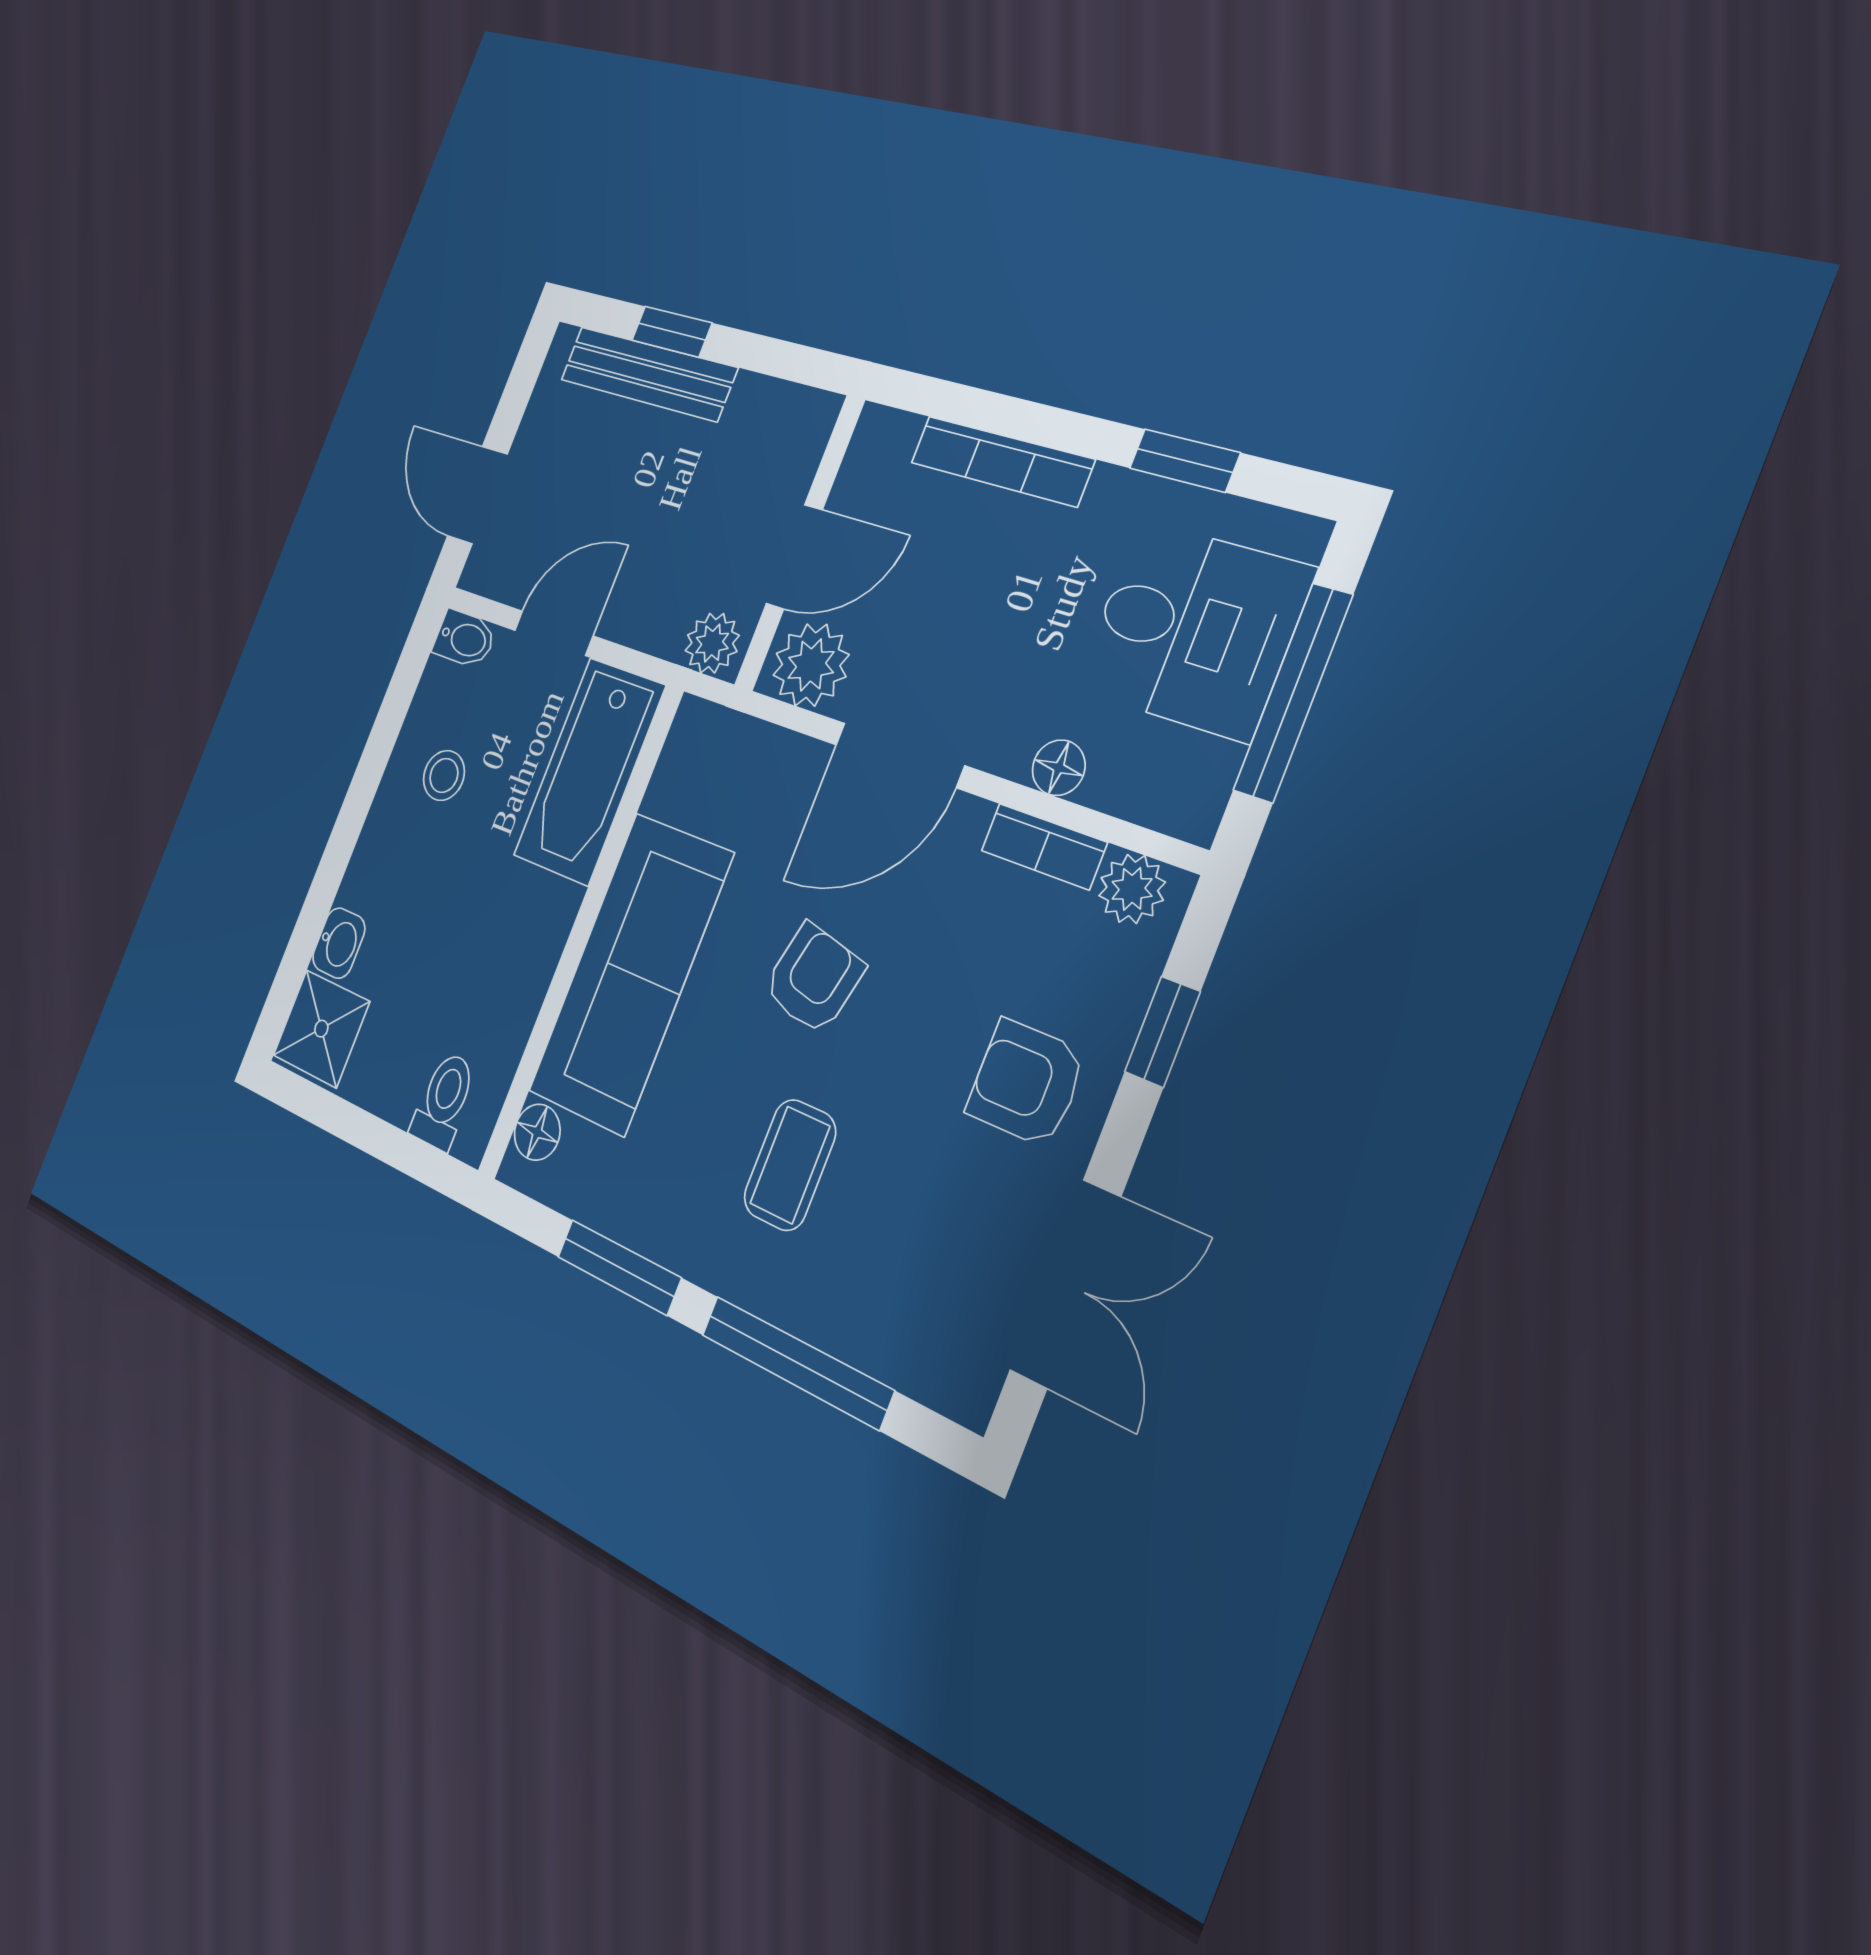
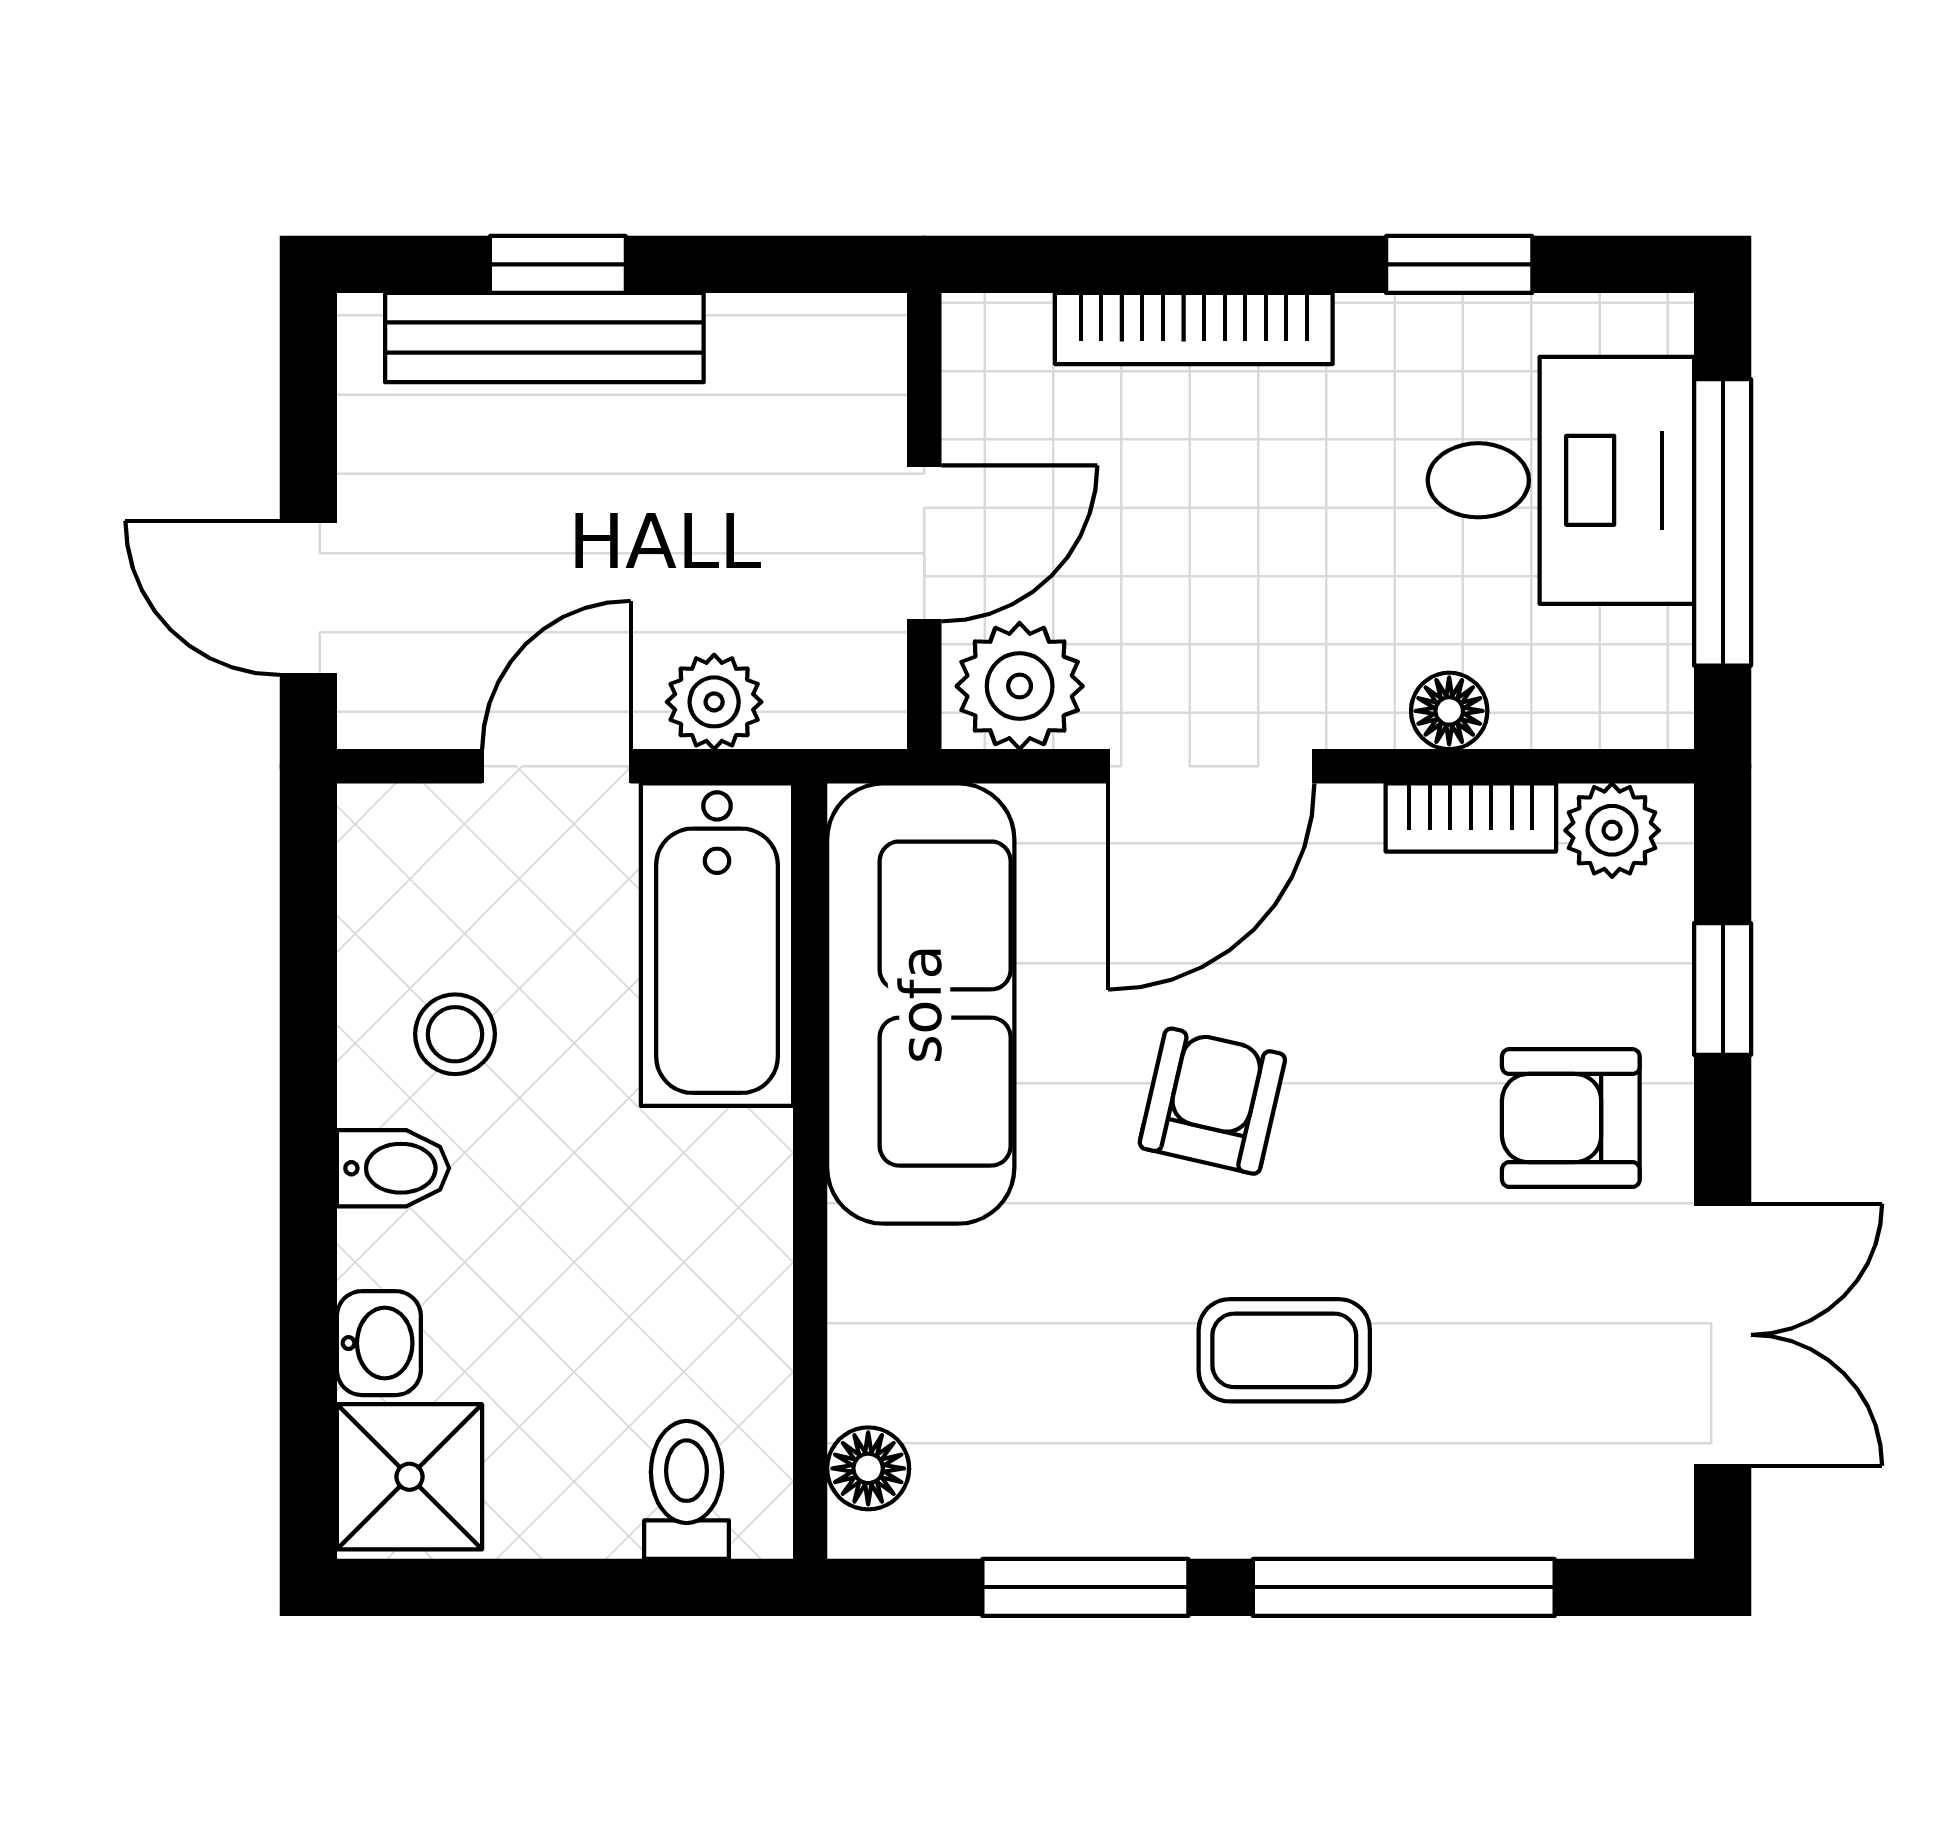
bidet: (465, 639) -> (393, 1168), moved
plant: (712, 643) -> (714, 702), moved
sofa: (631, 973) -> (921, 1004), moved
coffee table: (790, 1165) -> (1284, 1350), turned 90

